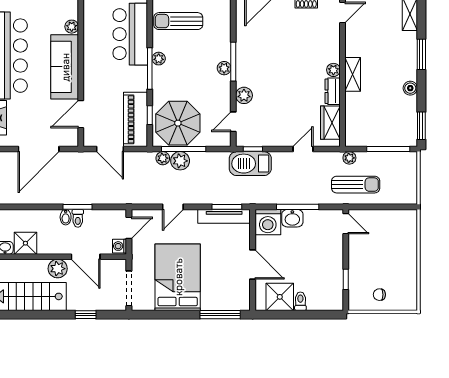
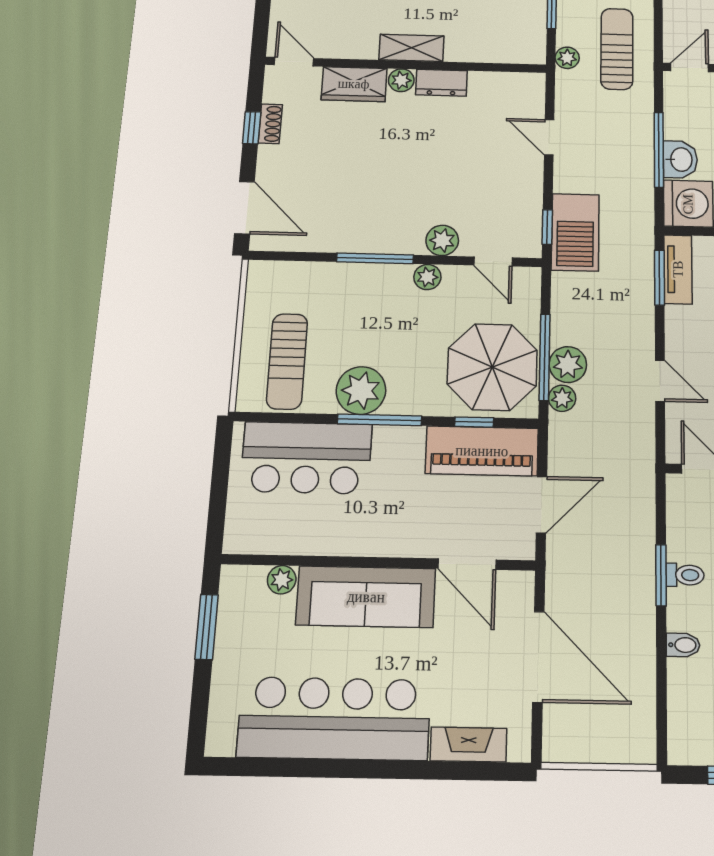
plant: (159, 59) -> (361, 390), width x1.87, depth x1.87
plant: (224, 68) -> (427, 277), moved
wardrobe: (330, 123) -> (354, 84), moved
tv unit: (224, 216) -> (678, 269), width x0.71
bidet: (66, 217) -> (683, 645), moved

